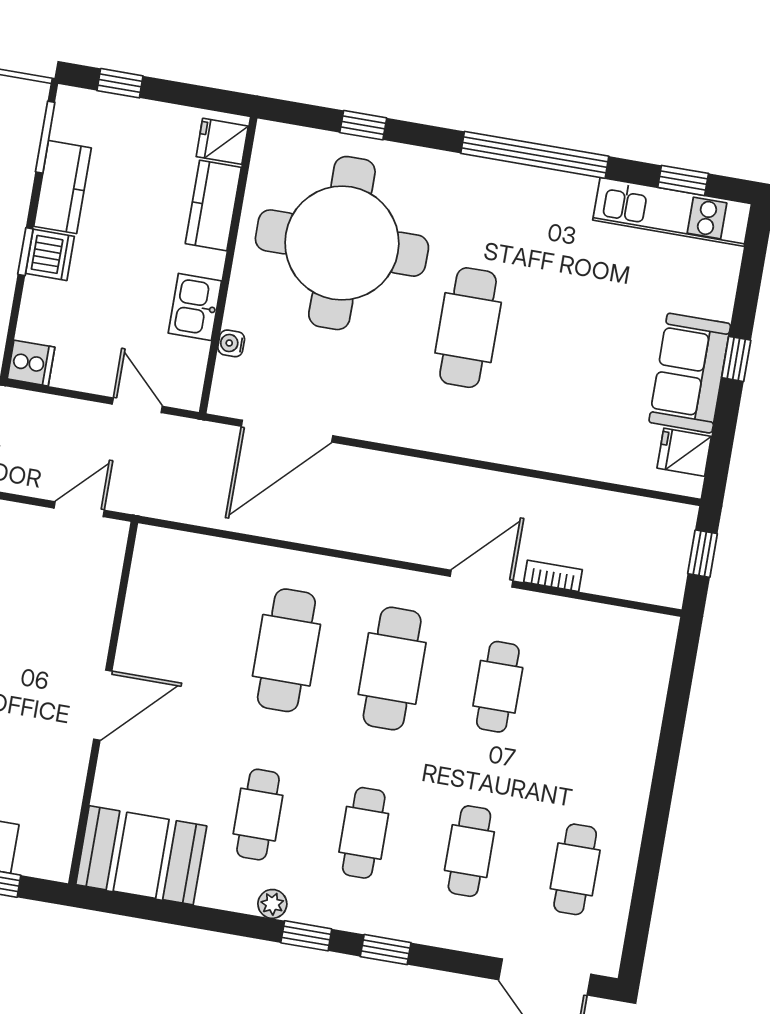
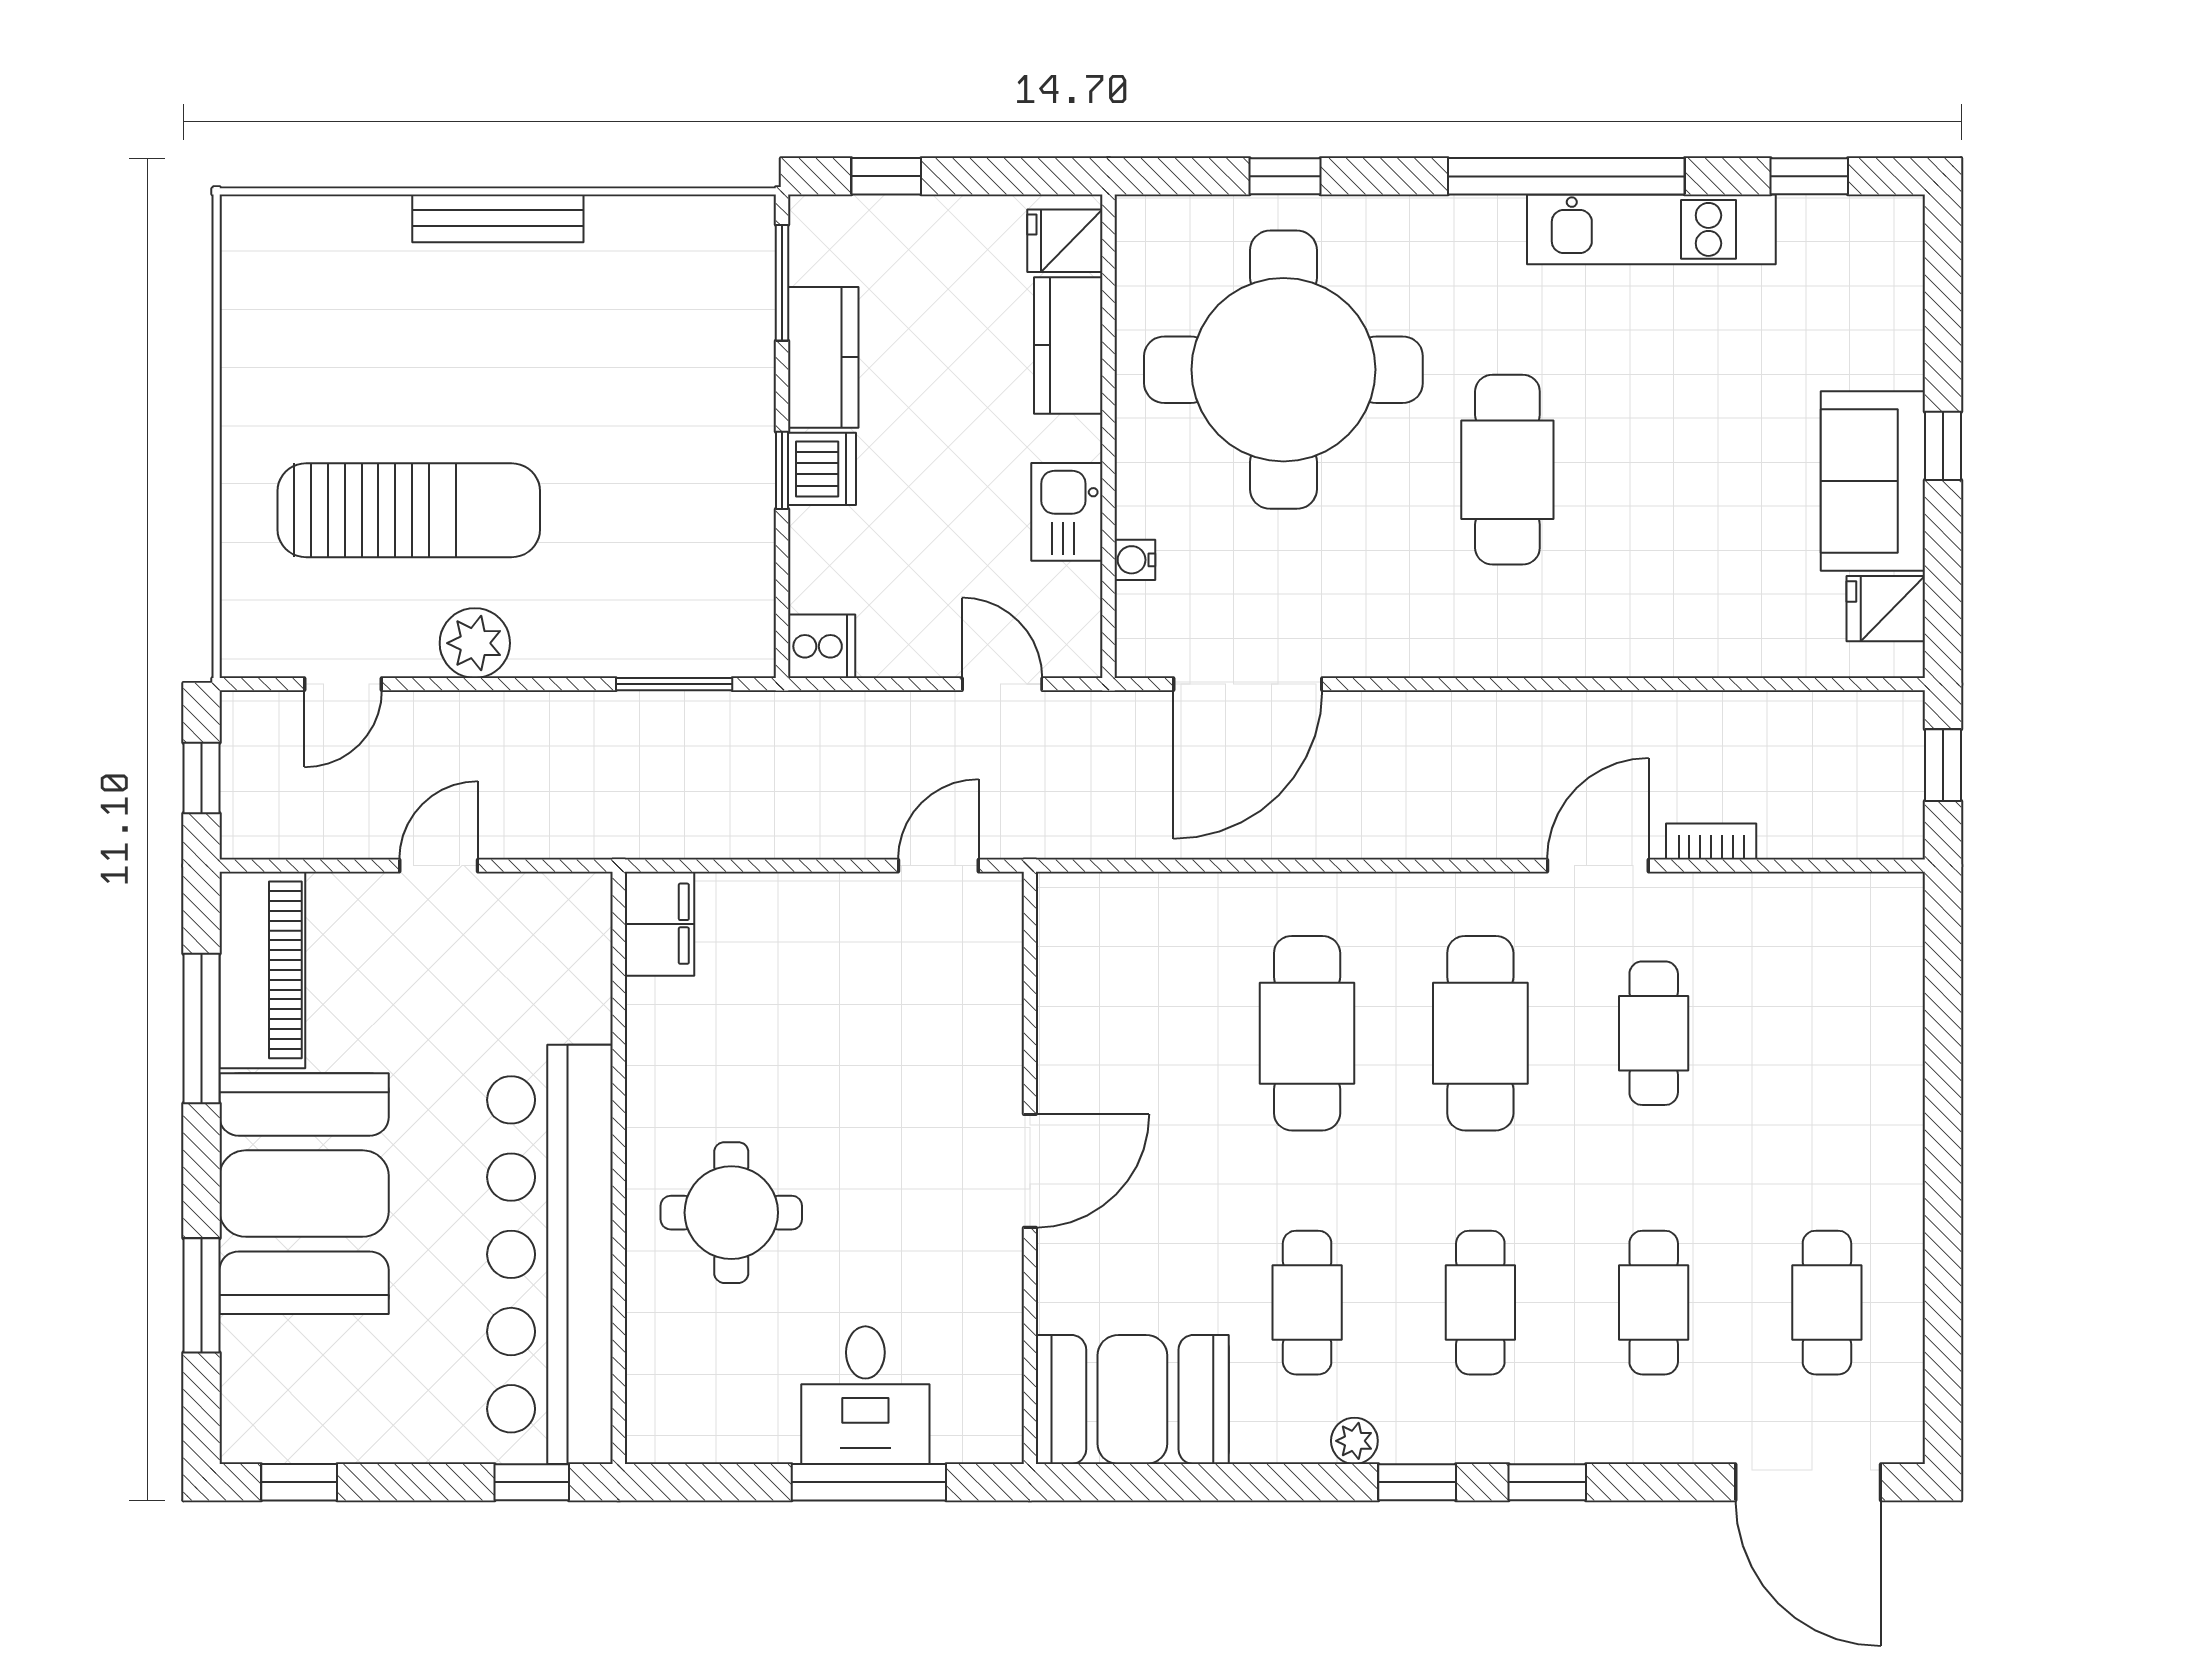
kitchen unit: (672, 212) -> (1651, 229), moved

